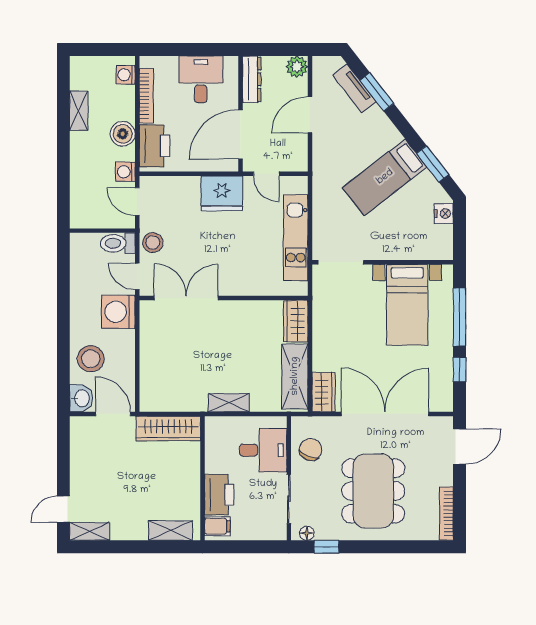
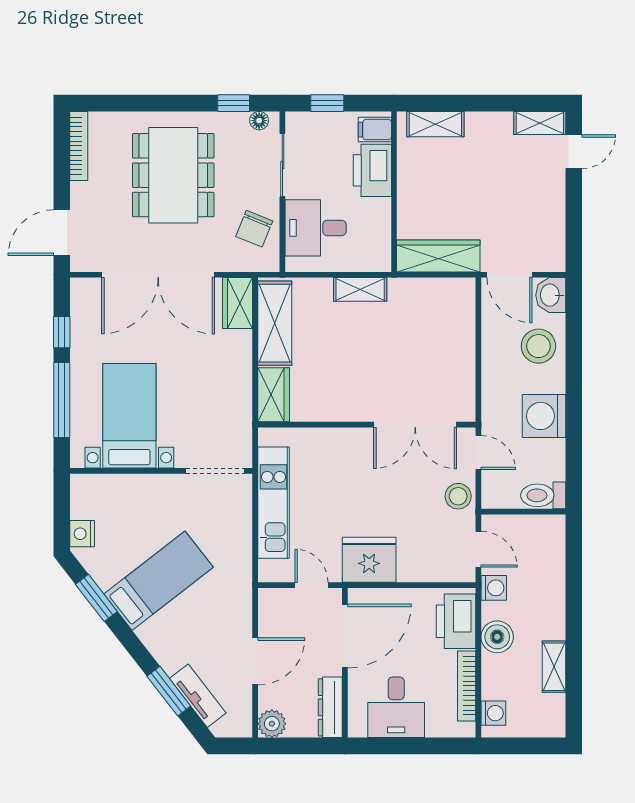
toilet: (118, 243) -> (543, 495), moved, turned 180
washing machine: (118, 312) -> (544, 416), moved, turned 180
window: (254, 547) -> (327, 103), added

